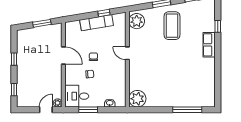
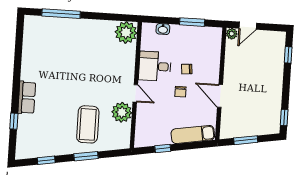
plant: (137, 21) -> (122, 112), moved
exam couch: (97, 23) -> (193, 134), moved
coffee table: (172, 26) -> (88, 124), moved
window: (14, 59) -> (284, 117), moved
desk: (77, 96) -> (155, 66), moved, turned 180

